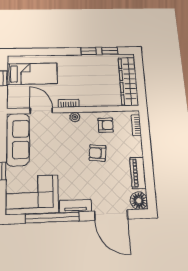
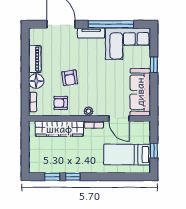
wardrobe: (128, 81) -> (59, 129), moved, turned 90
armchair: (97, 153) -> (70, 78), turned 75
floor lamp: (139, 201) -> (36, 81), moved

